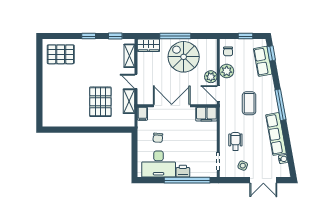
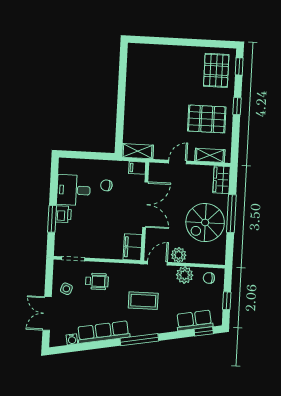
window: (115, 36) -> (239, 66), moved
spiral stairs: (184, 57) -> (205, 223), turned 180
shelving: (129, 101) -> (138, 151), moved
pallet: (100, 102) -> (207, 119), moved
desk: (159, 164) -> (74, 190), width x0.73
window: (187, 180) -> (52, 219), width x0.47

